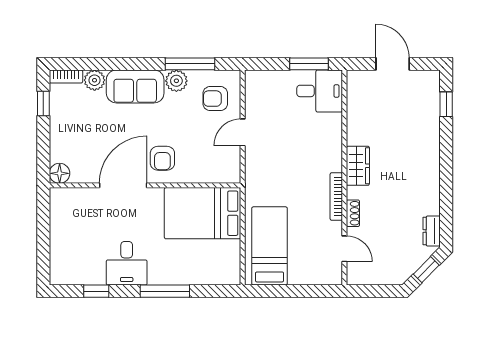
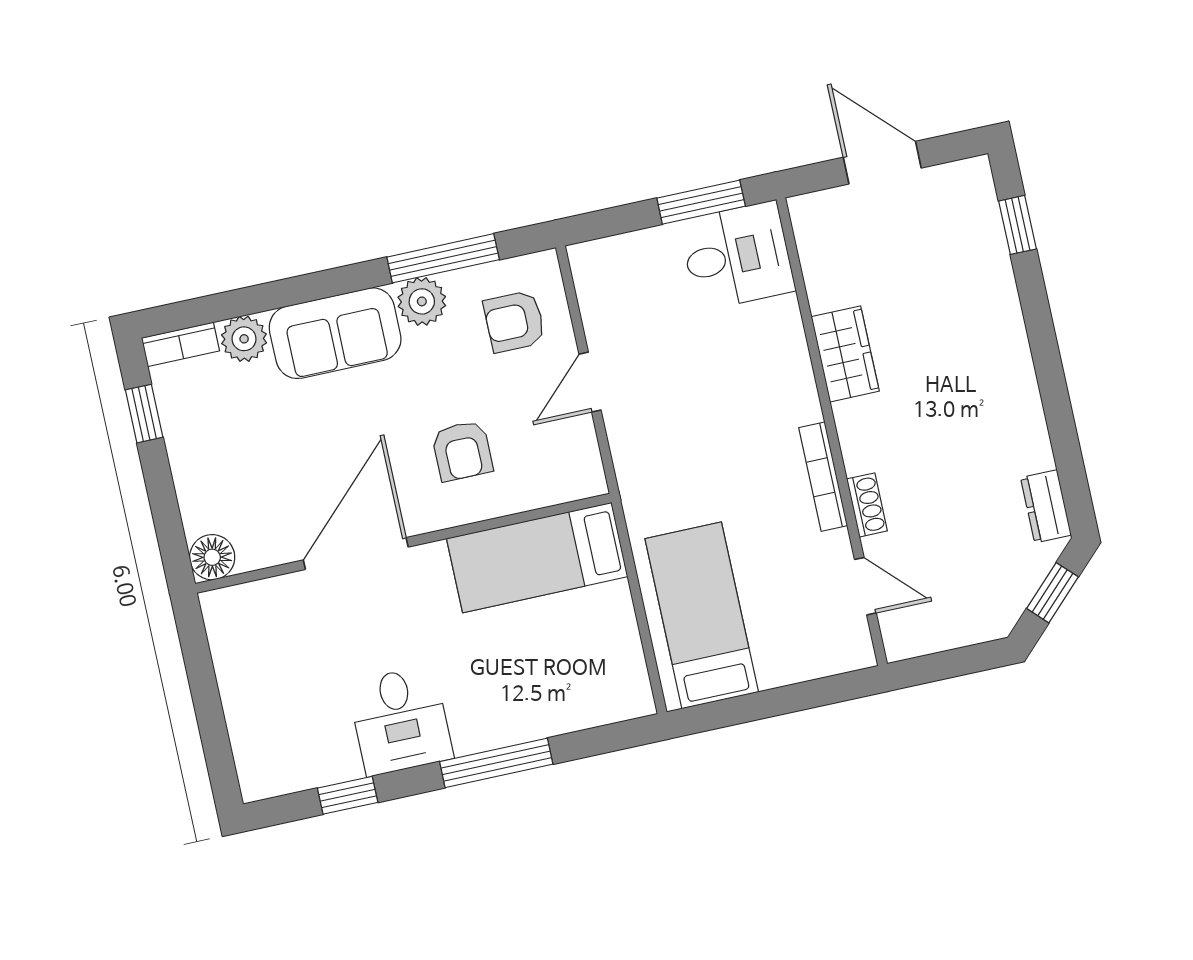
armchair: (162, 158) -> (462, 451), moved
wardrobe: (358, 166) -> (845, 354), moved
bed: (203, 213) -> (537, 558), width x0.67

